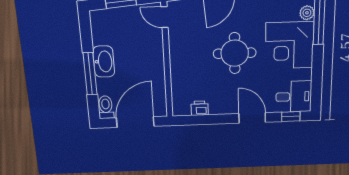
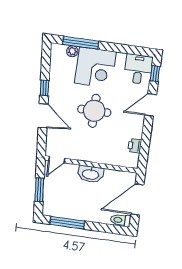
washbasin: (104, 62) -> (91, 174), moved, turned 180
window: (90, 74) -> (67, 223), moved
door: (135, 122) -> (137, 199), hinge flipped

